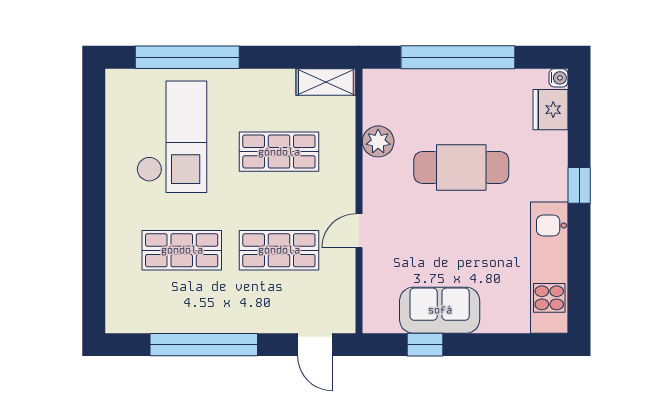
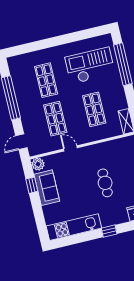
checkout: (172, 137) -> (90, 66), turned 180
plant: (378, 141) -> (38, 164), moved
cafe table: (461, 168) -> (105, 183), width x0.73, depth x0.74

